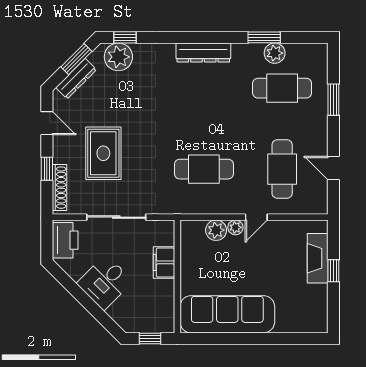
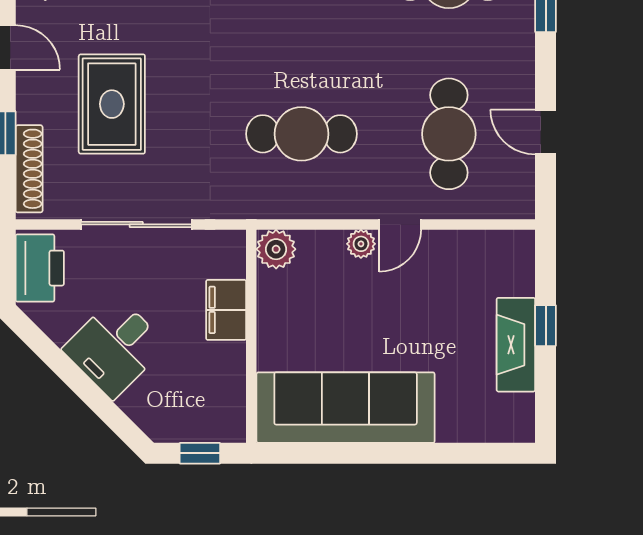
plant: (216, 230) -> (276, 249), moved
fireplace: (318, 258) -> (516, 345), moved

